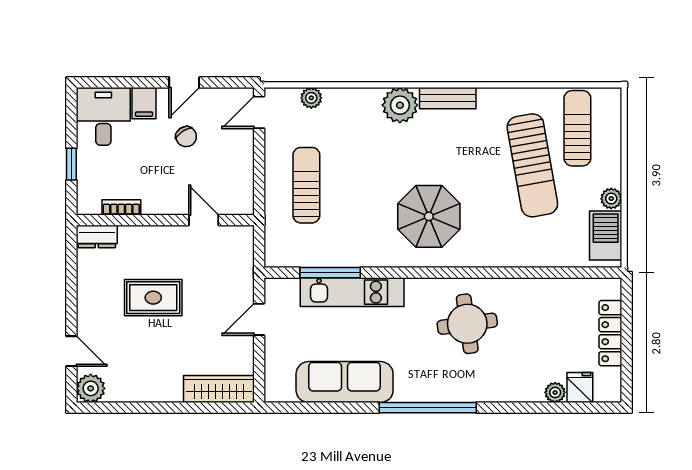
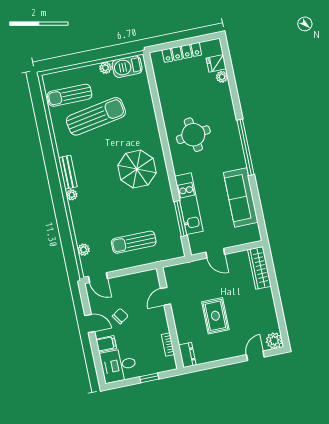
plant: (400, 105) -> (72, 195), width x0.53, depth x0.53

